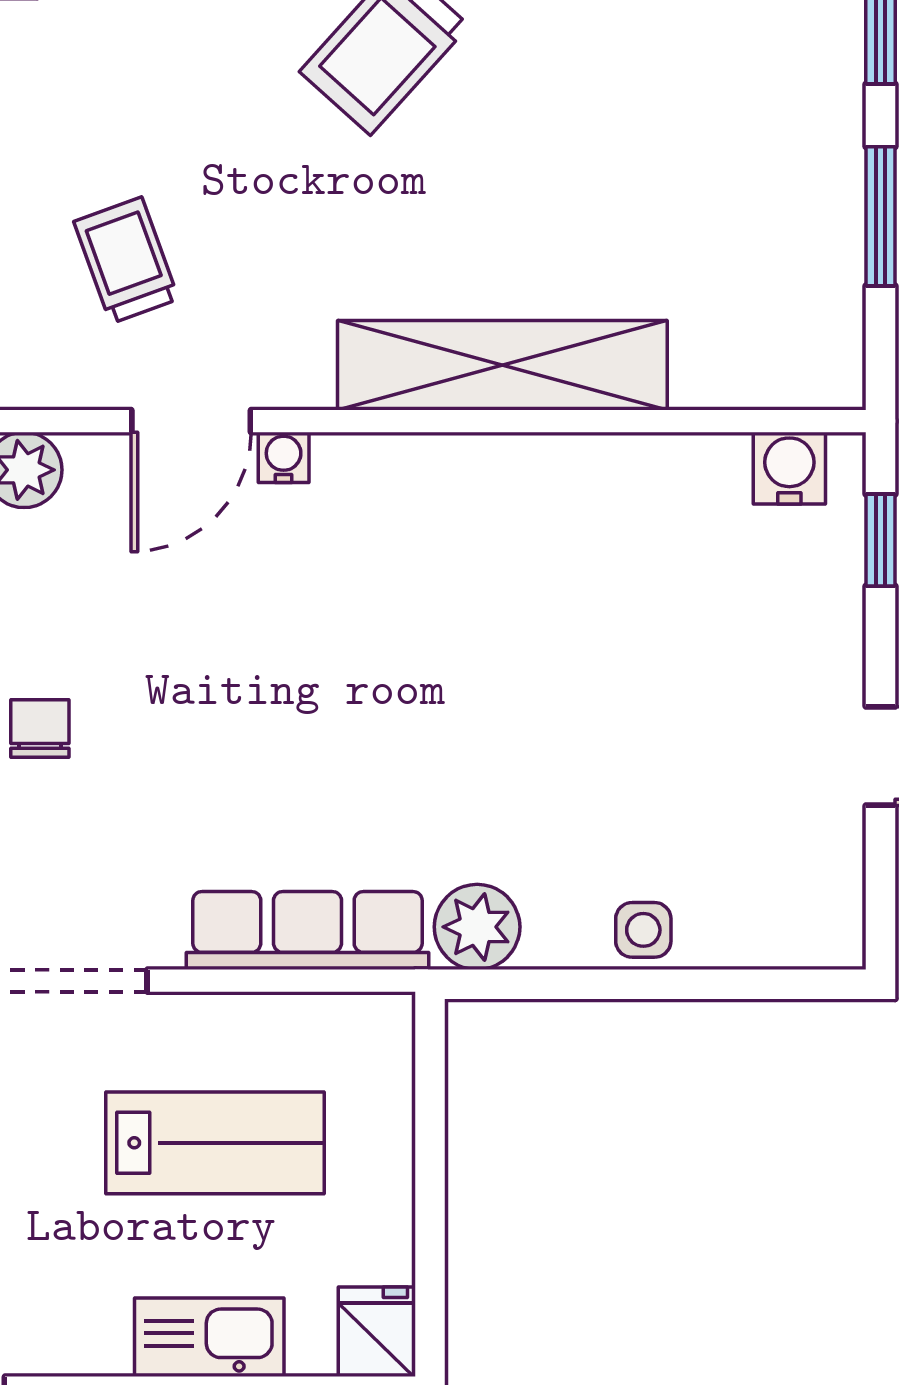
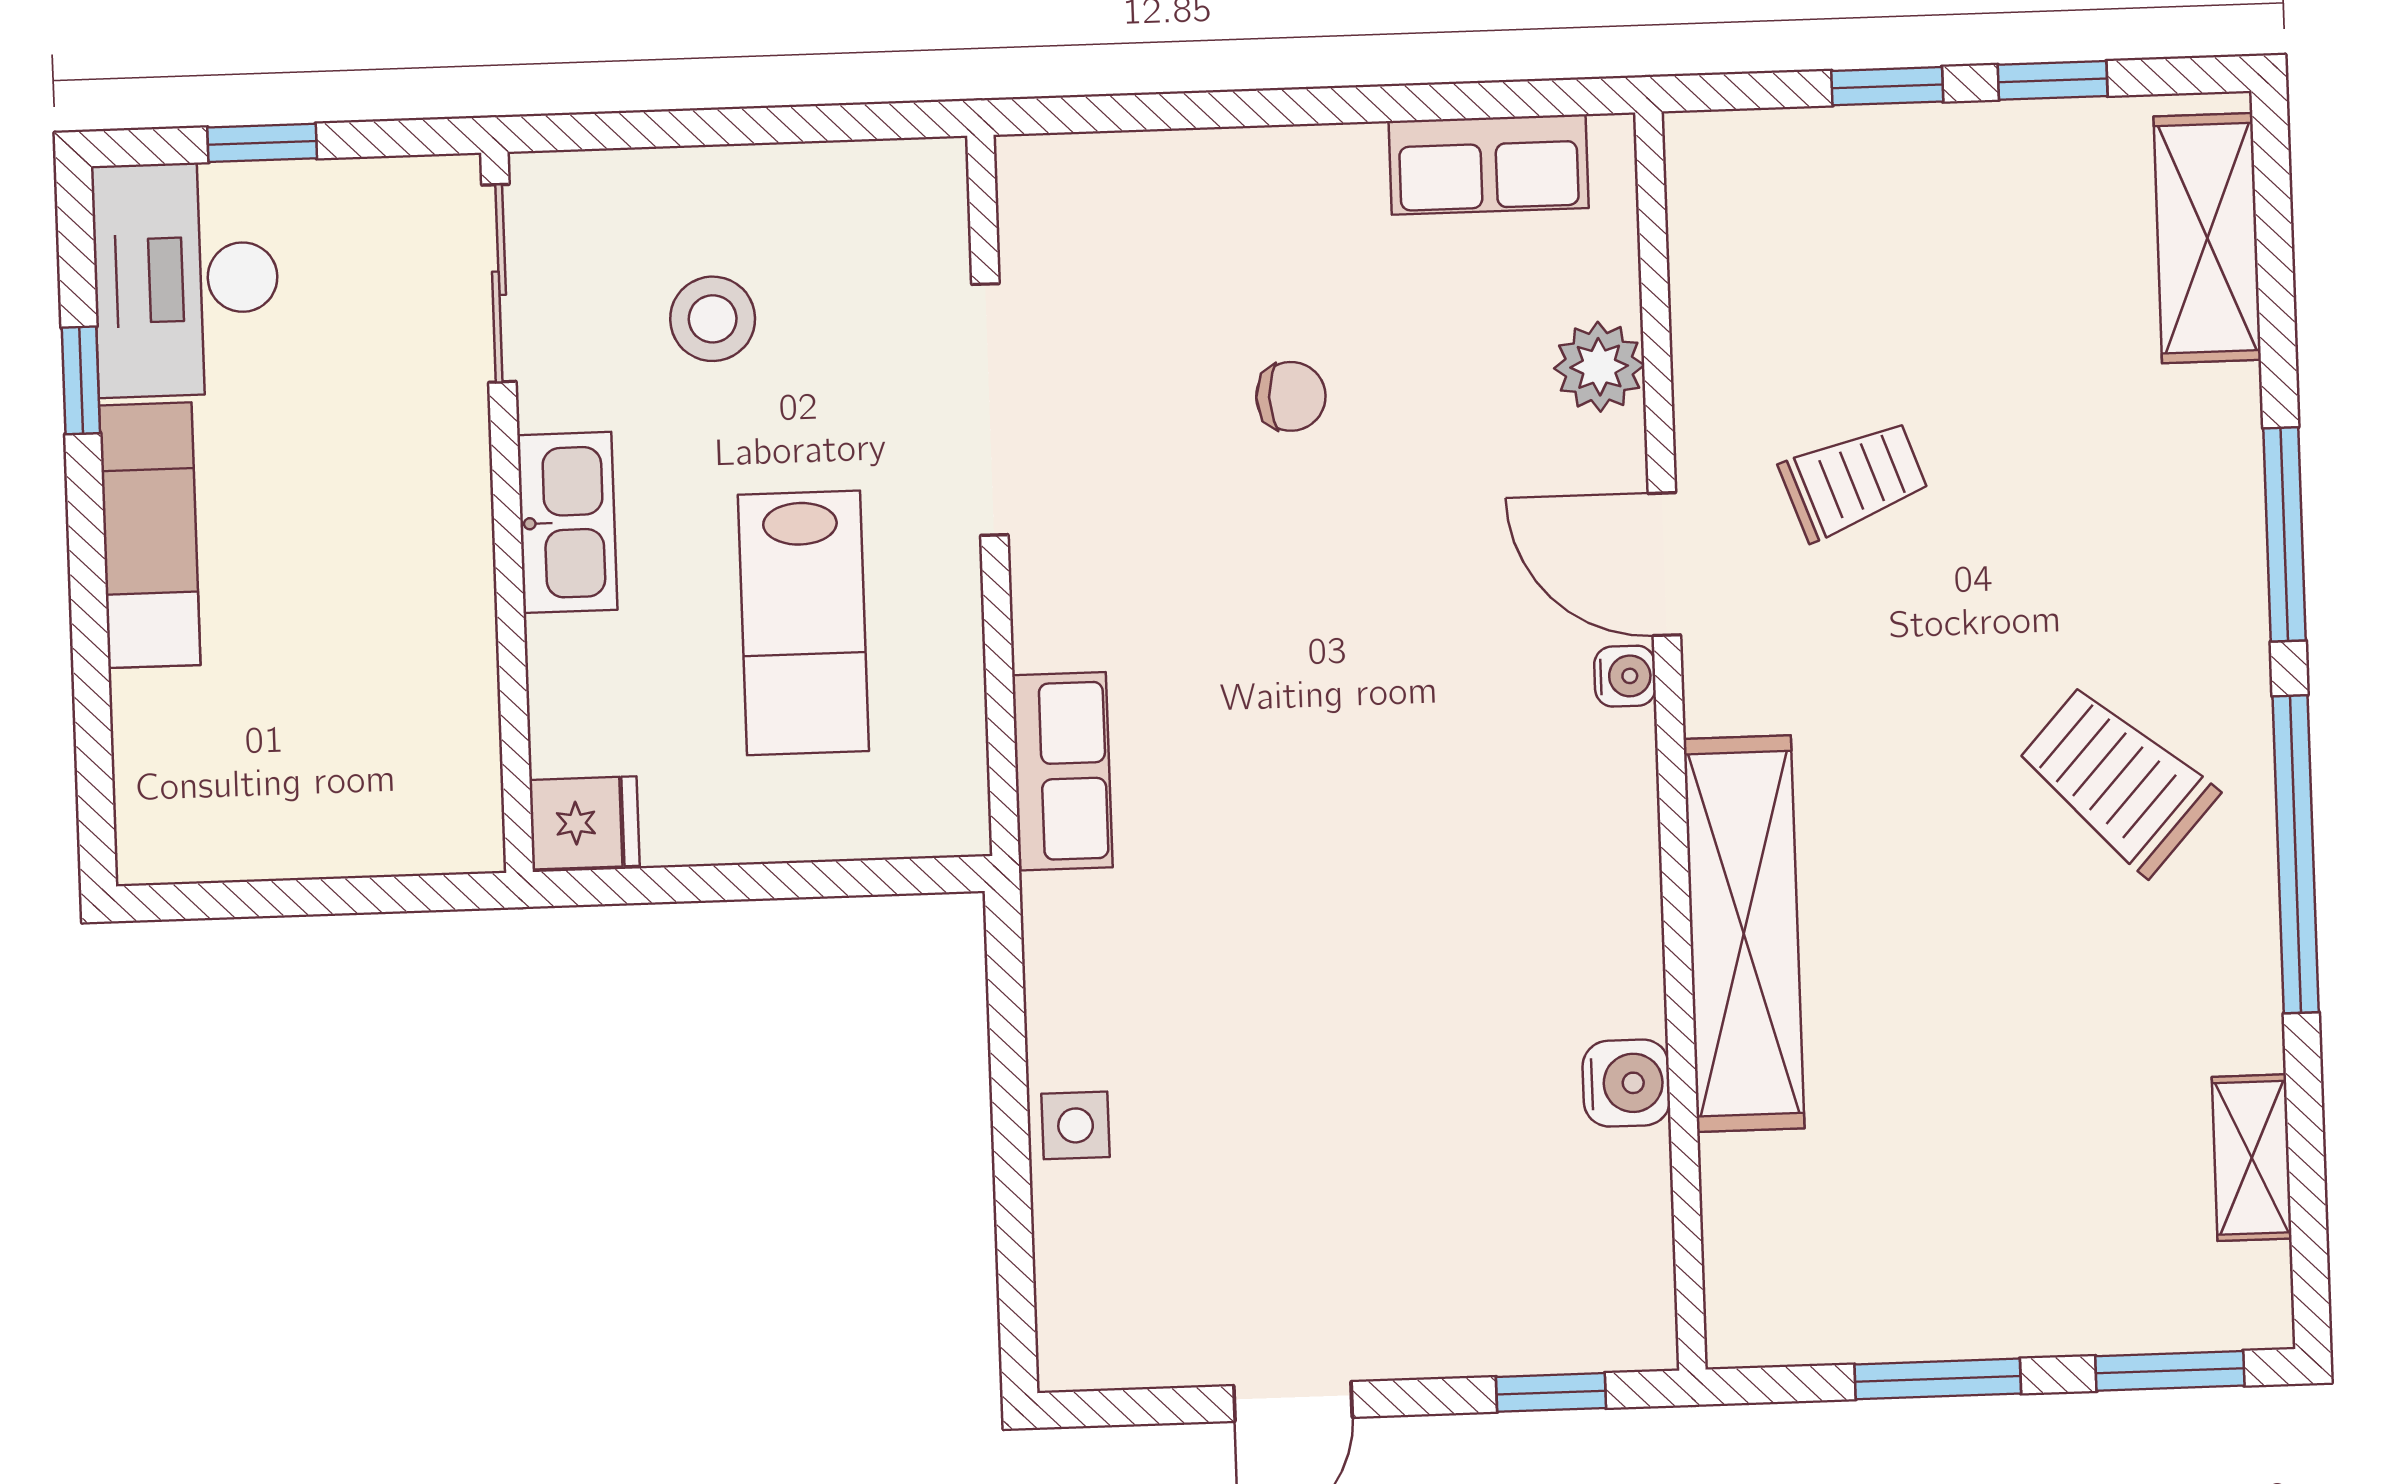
water cooler: (789, 468) -> (1626, 1083), moved
plant: (477, 927) -> (1072, 927), removed
row of seats: (307, 931) -> (1062, 771), width x0.68
kitchen sink: (209, 1337) -> (567, 522), moved

